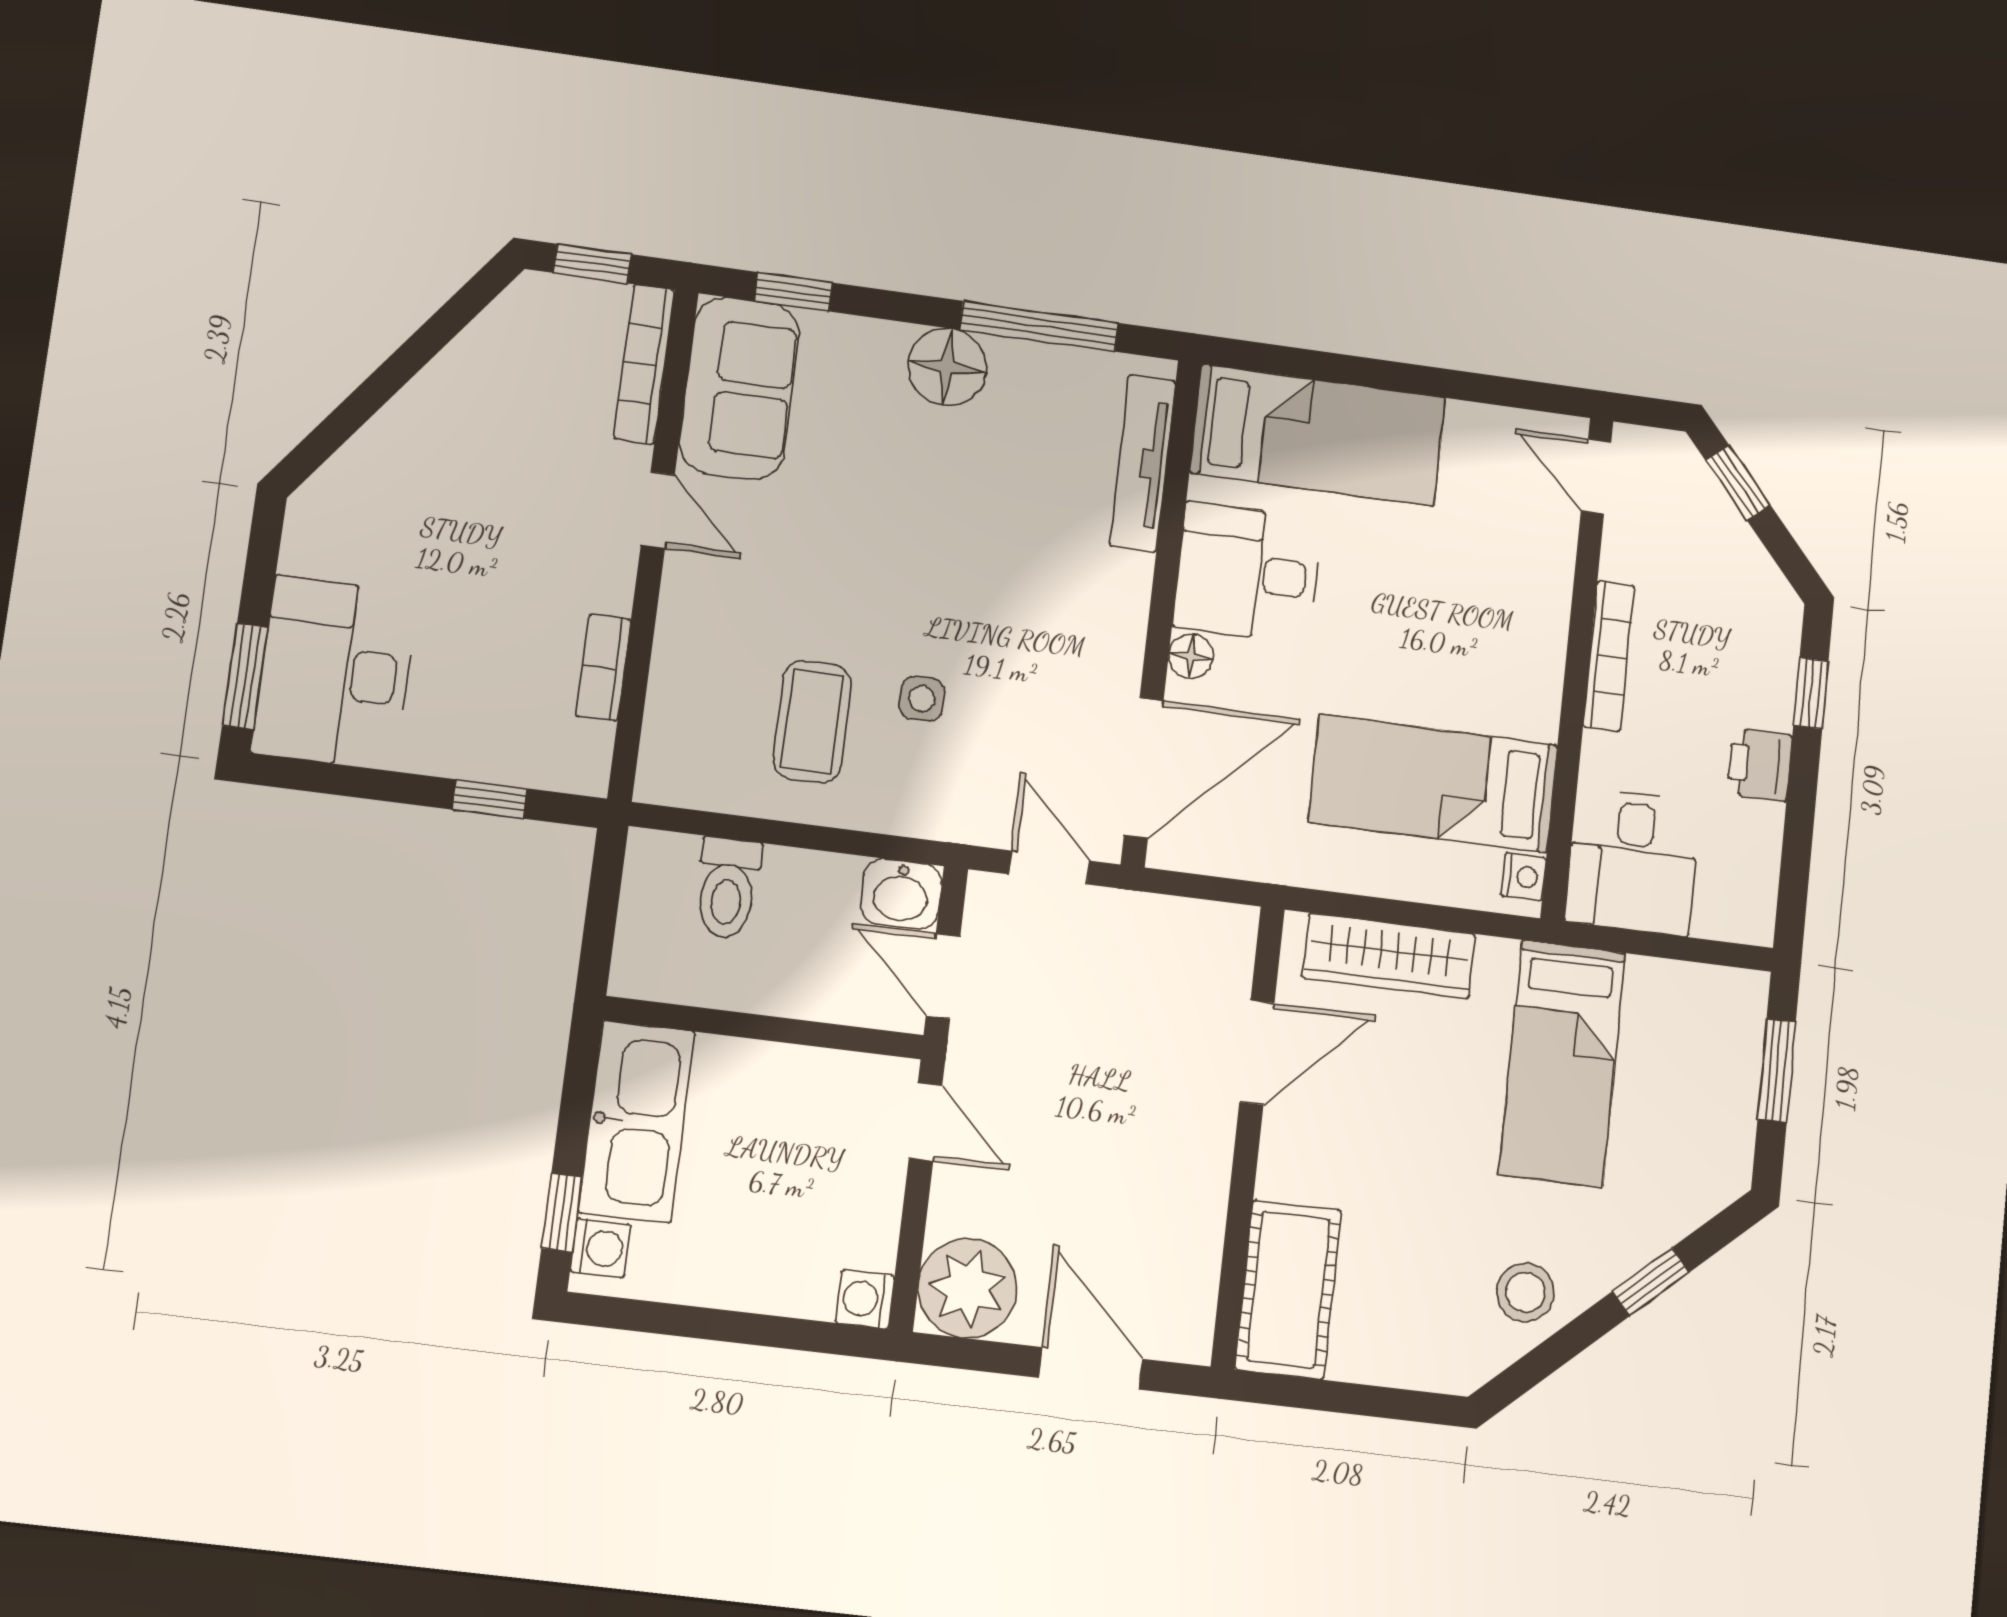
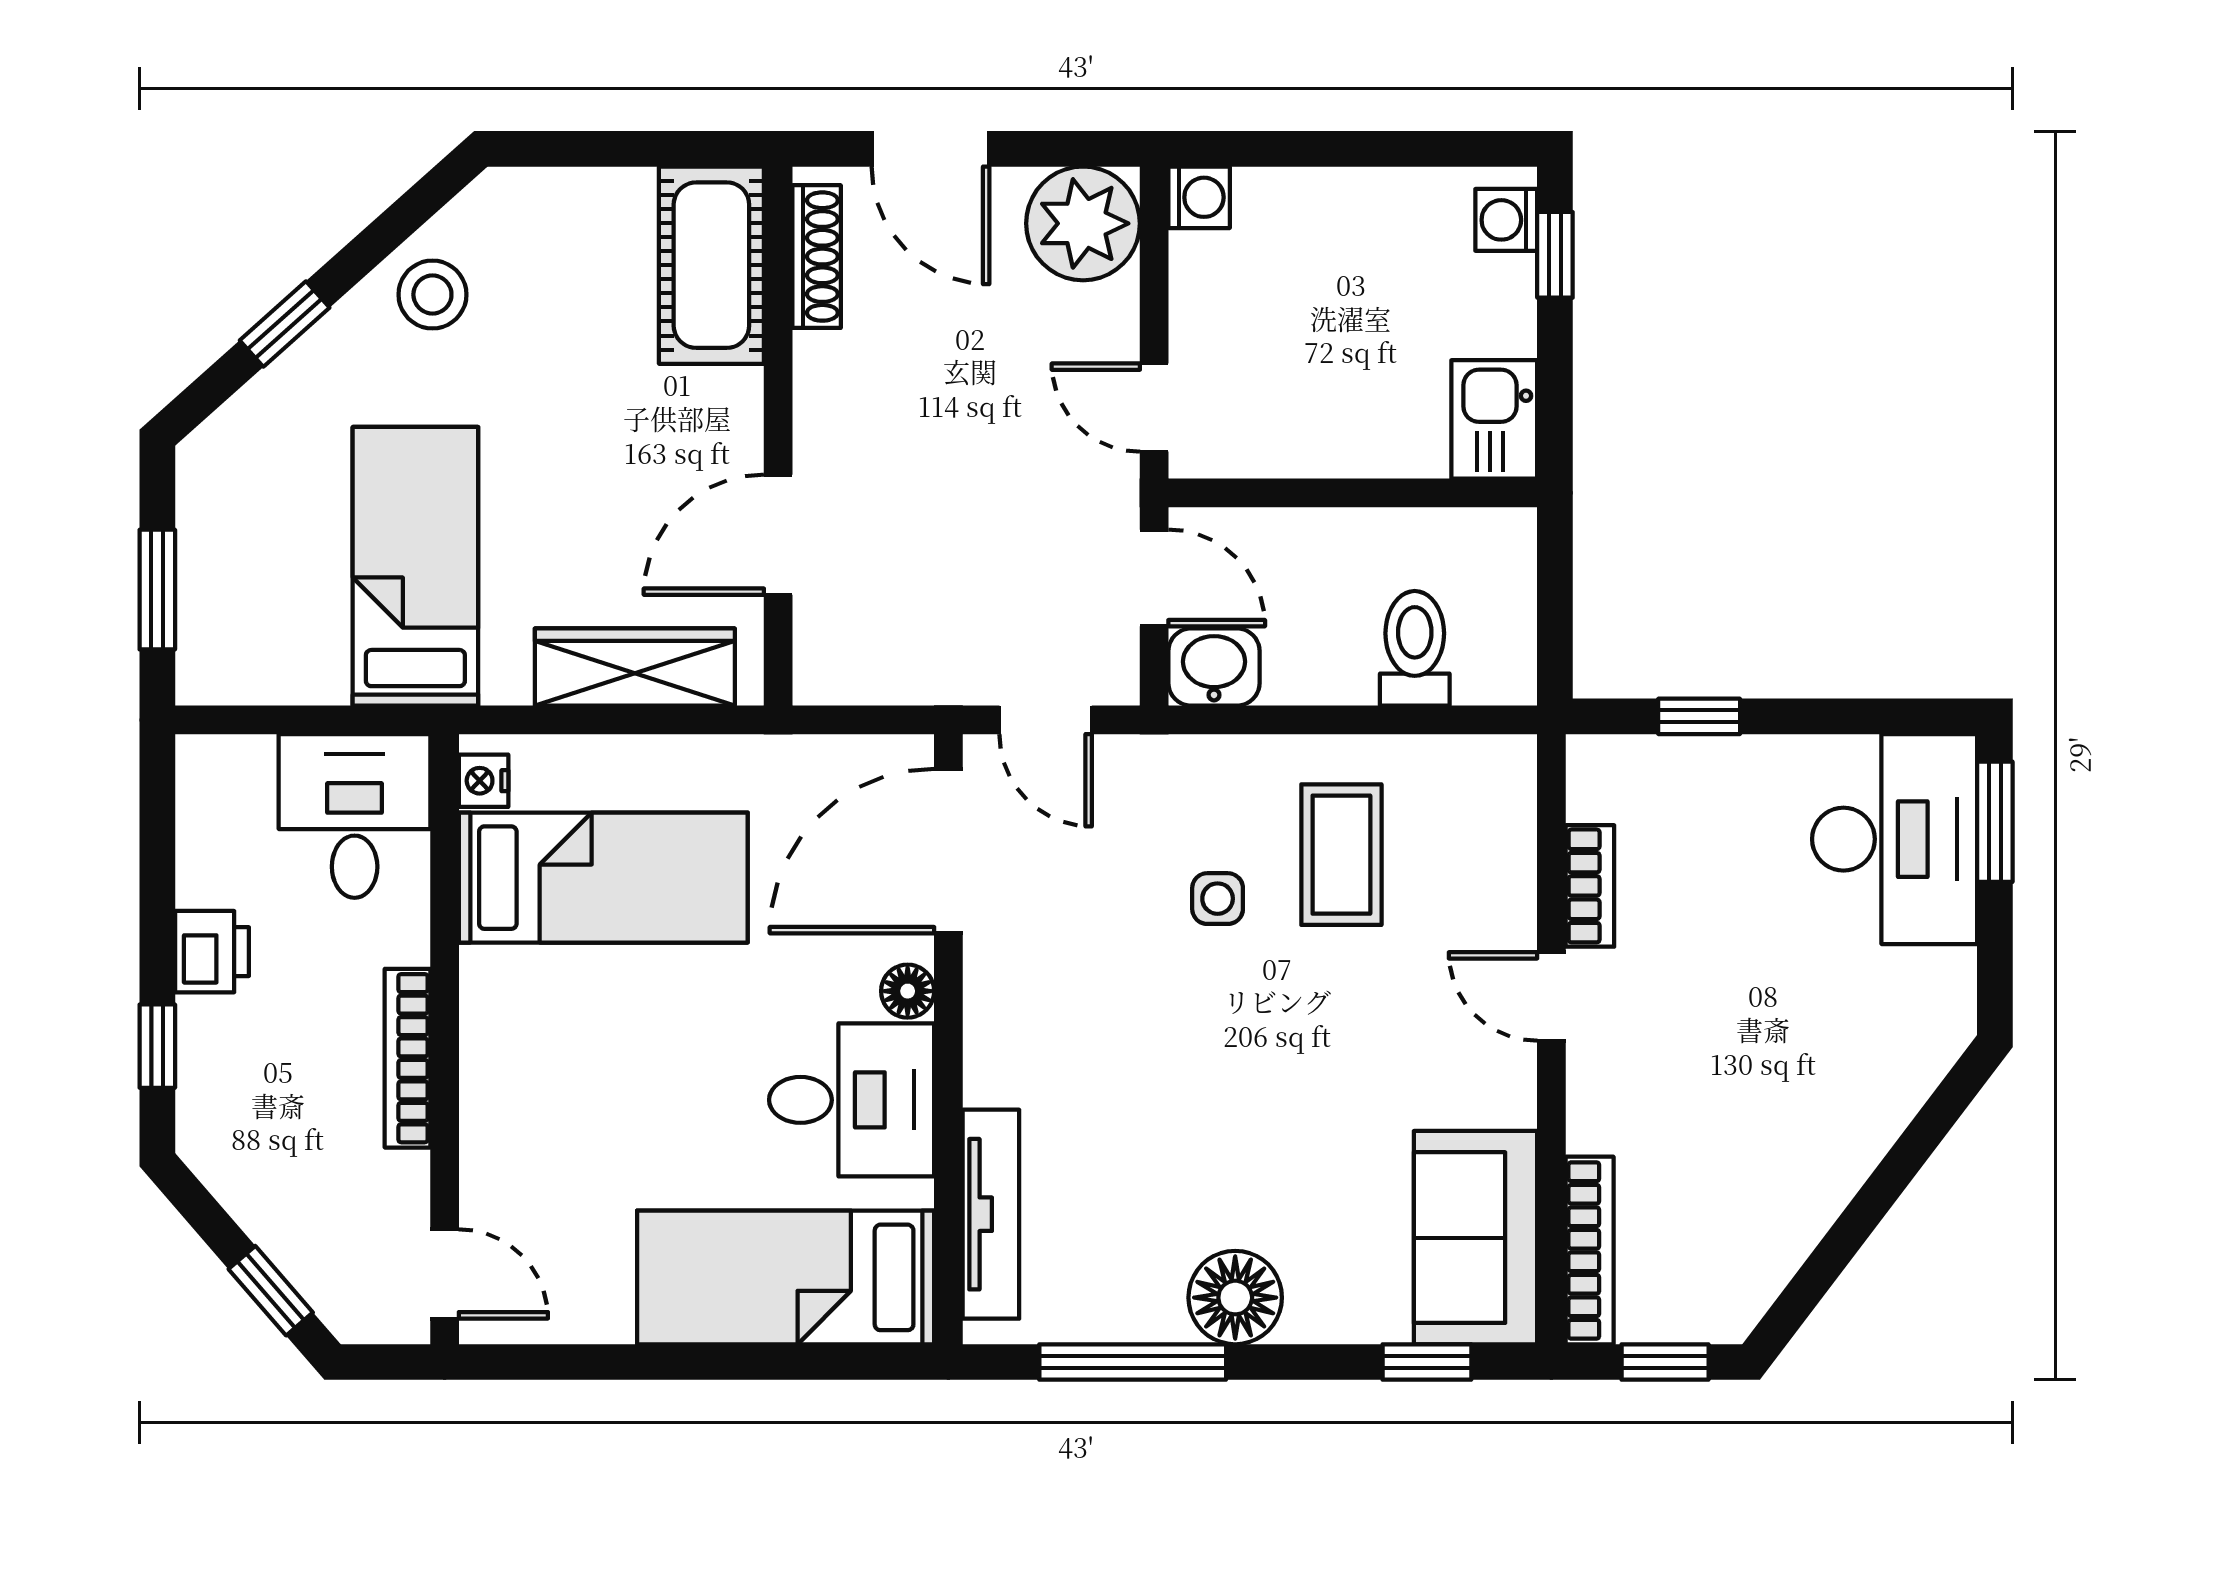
door: (658, 510) -> (1551, 996), moved
kitchen sink: (637, 1122) -> (1494, 419), width x0.53, depth x0.81
shoe rack: (1198, 1286) -> (817, 257), added

